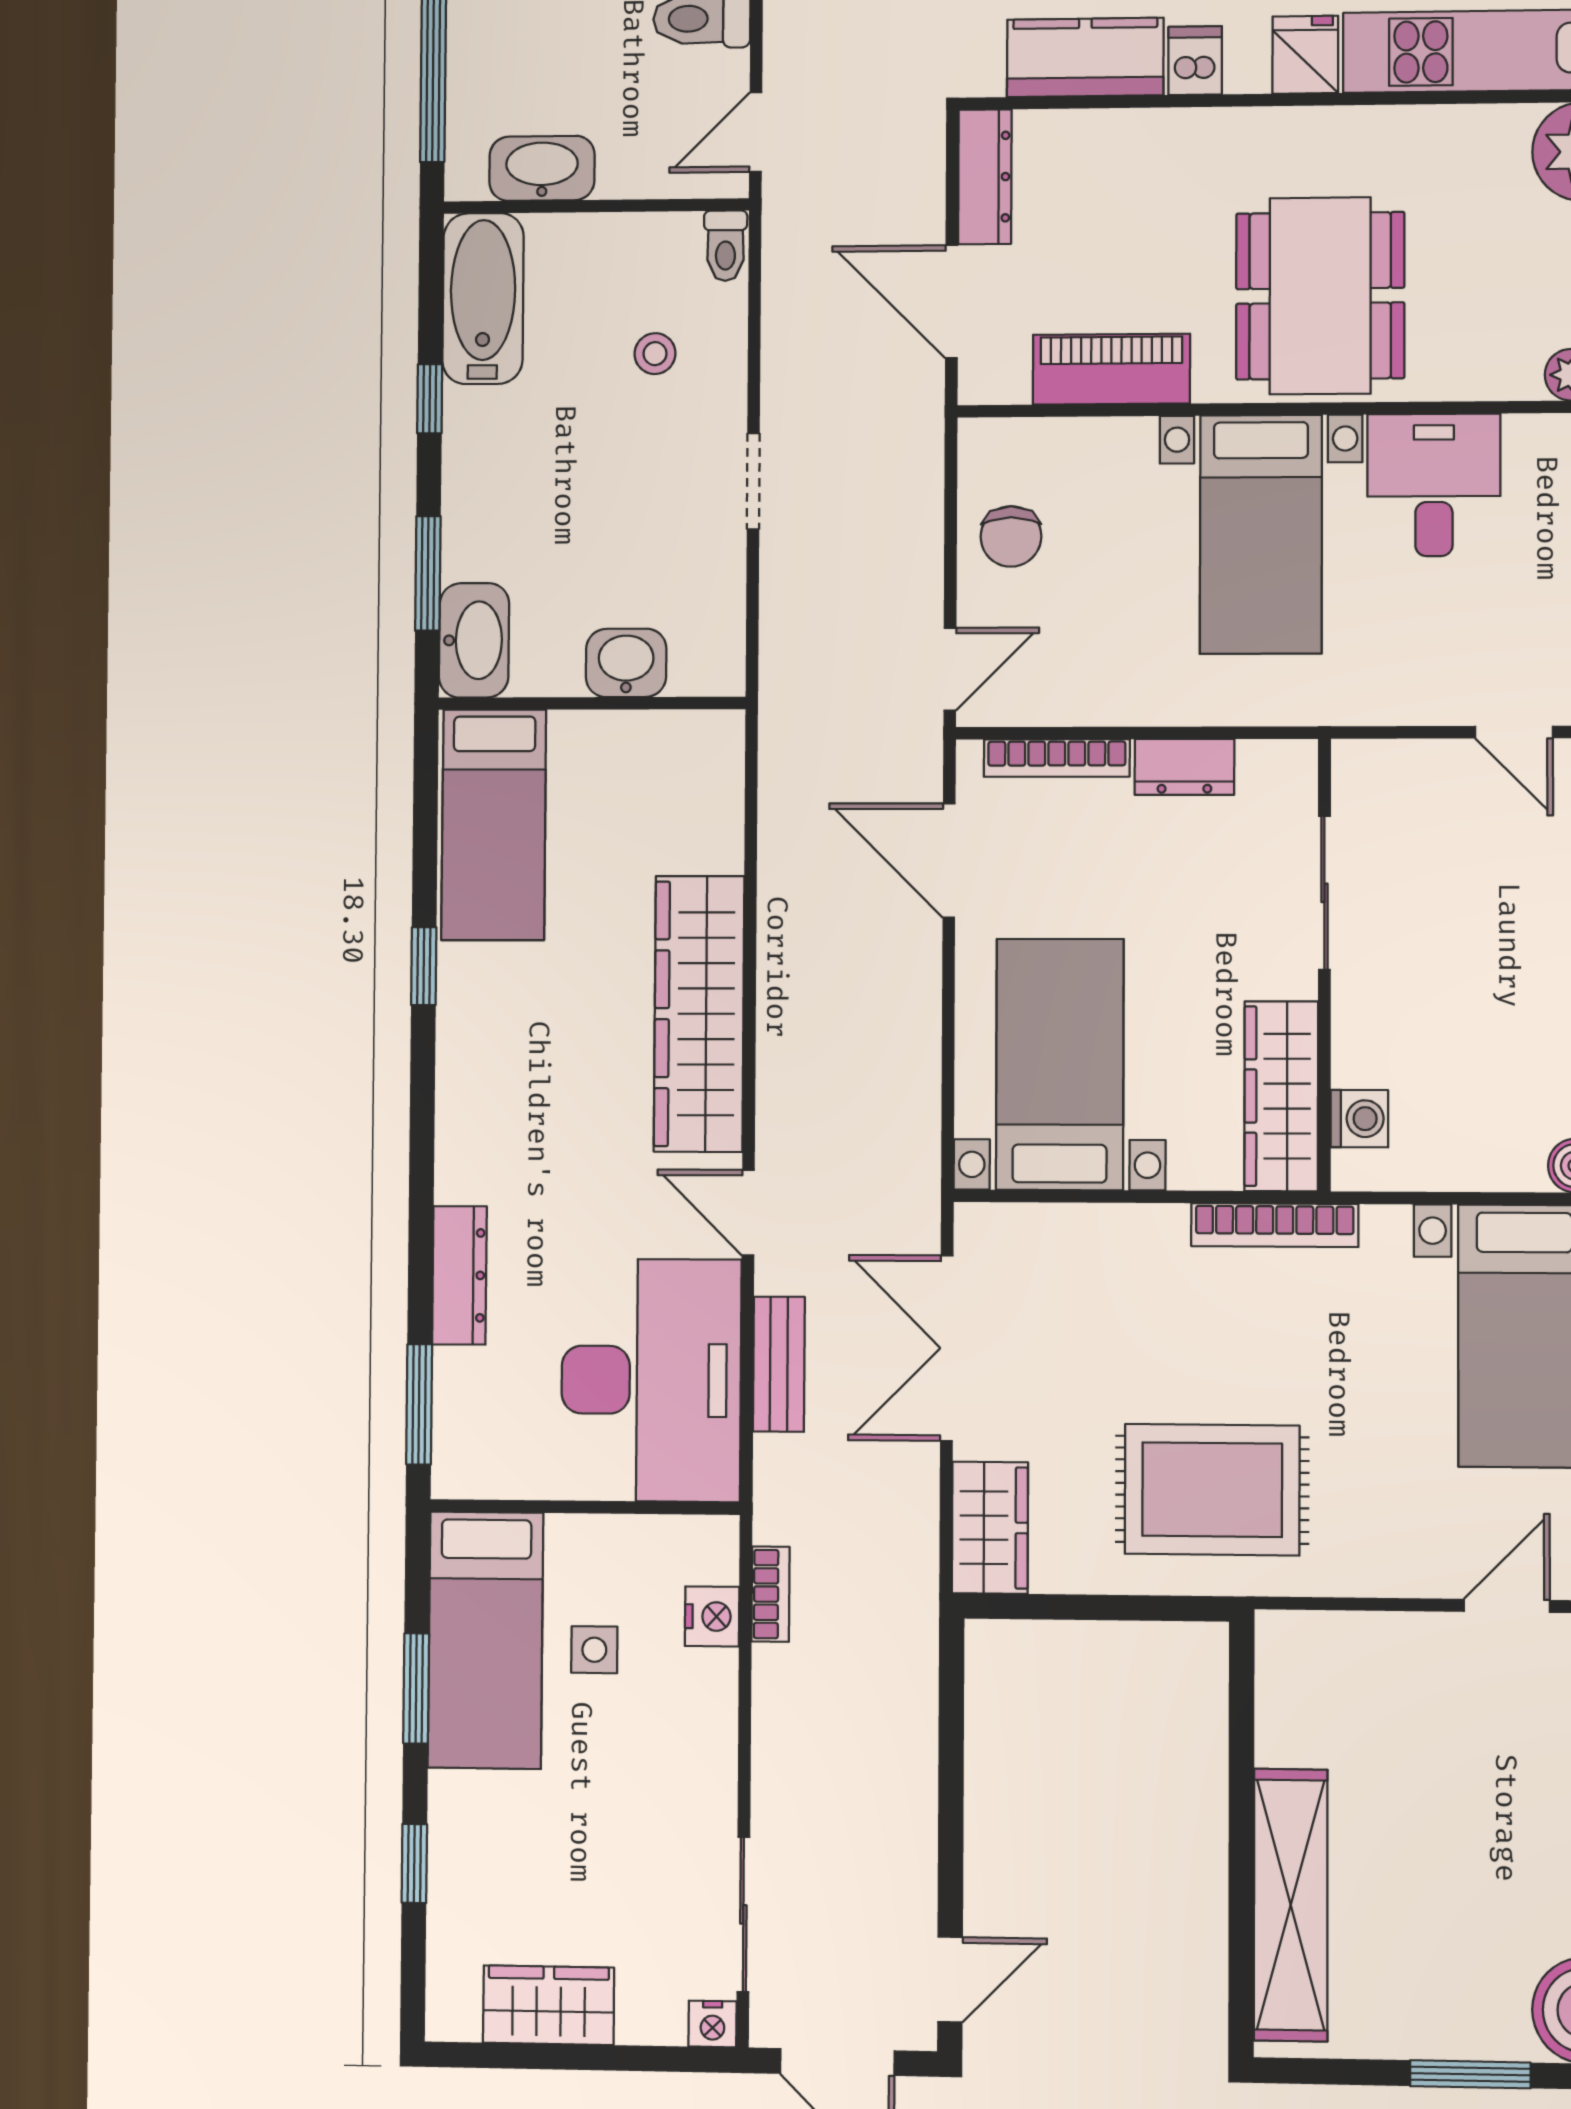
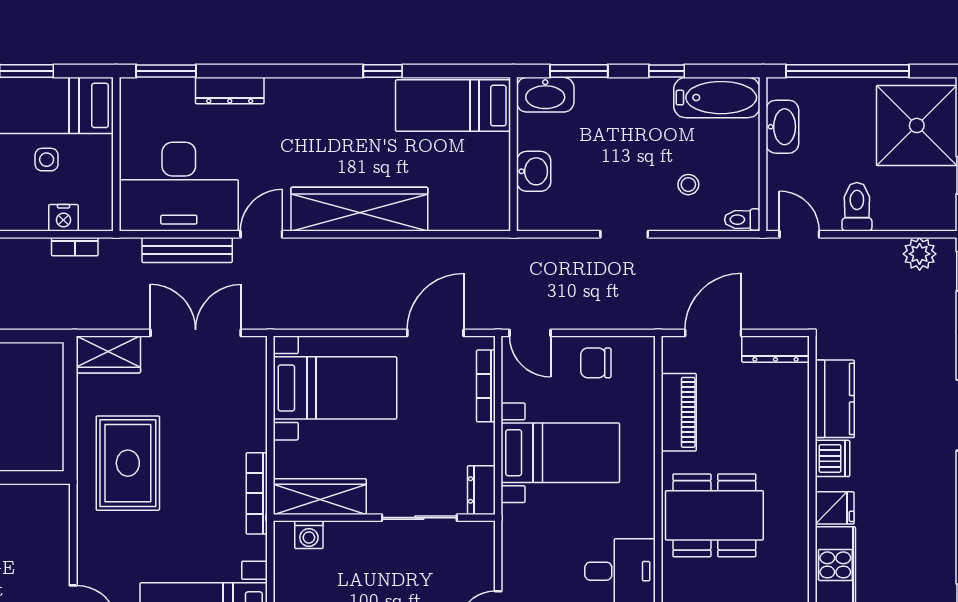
dishwasher: (1195, 61) -> (832, 458), width x1.38
bed with nightstands: (1261, 534) -> (560, 453), moved, turned 180
dresser: (1184, 767) -> (481, 490), moved
bench: (779, 1364) -> (187, 250), width x1.36

